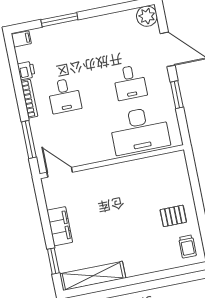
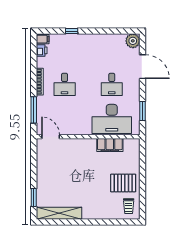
window: (59, 20) -> (72, 31), width x0.46
printer: (26, 70) -> (42, 50), moved
window: (177, 95) -> (143, 111), moved
pallet: (173, 216) -> (123, 183), width x1.50, depth x1.42
filing cabinet: (60, 226) -> (110, 145), moved, turned 90

